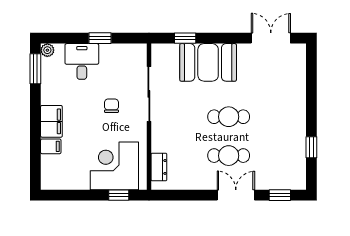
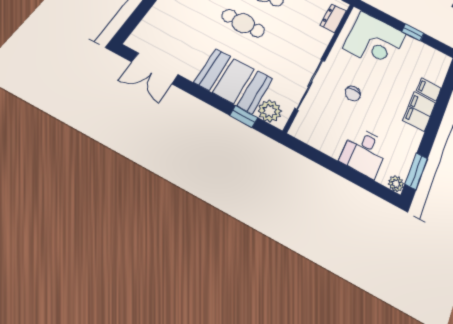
window: (100, 38) -> (334, 166), removed
plant: (168, 54) -> (270, 111), added
window: (119, 195) -> (413, 32), moved

